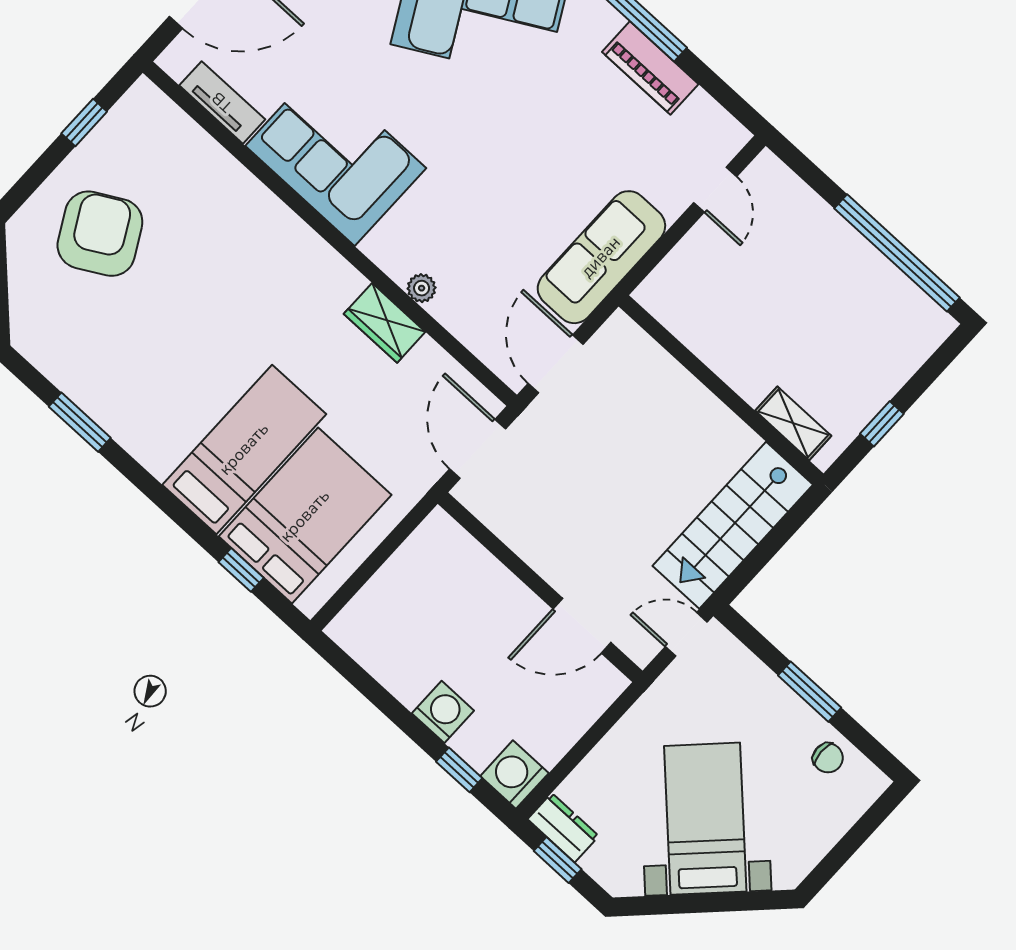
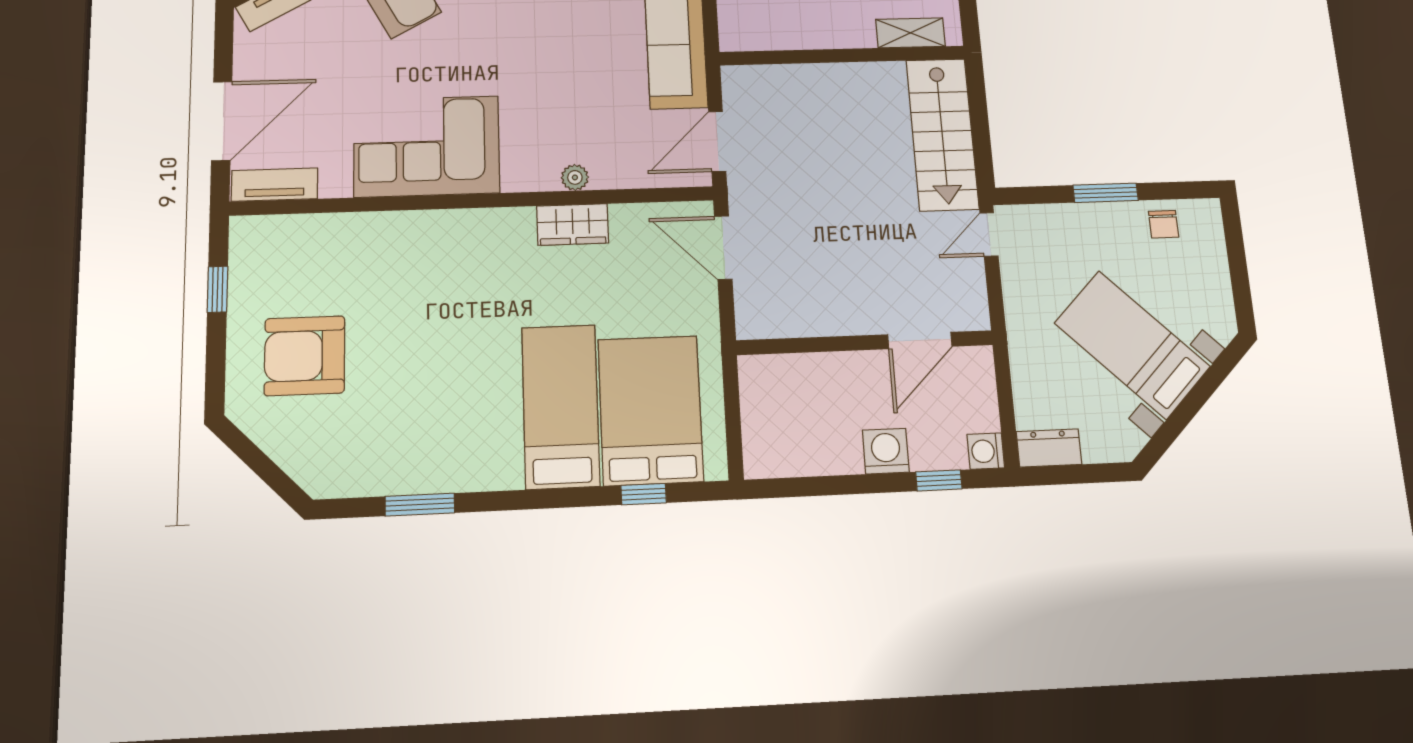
tv unit: (222, 102) -> (275, 185), moved
armchair: (100, 234) -> (305, 356), turned -61
door: (556, 364) -> (717, 141), hinge flipped
wall: (540, 587) -> (865, 343), moved
door: (582, 626) -> (920, 341), moved
chair: (828, 758) -> (1164, 224), turned 92
washing machine: (514, 775) -> (986, 451), width x0.73, depth x0.73
window: (558, 860) -> (1069, 474), removed

